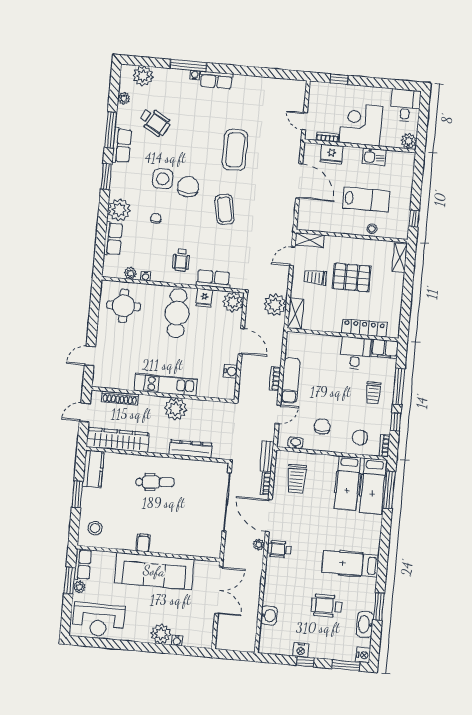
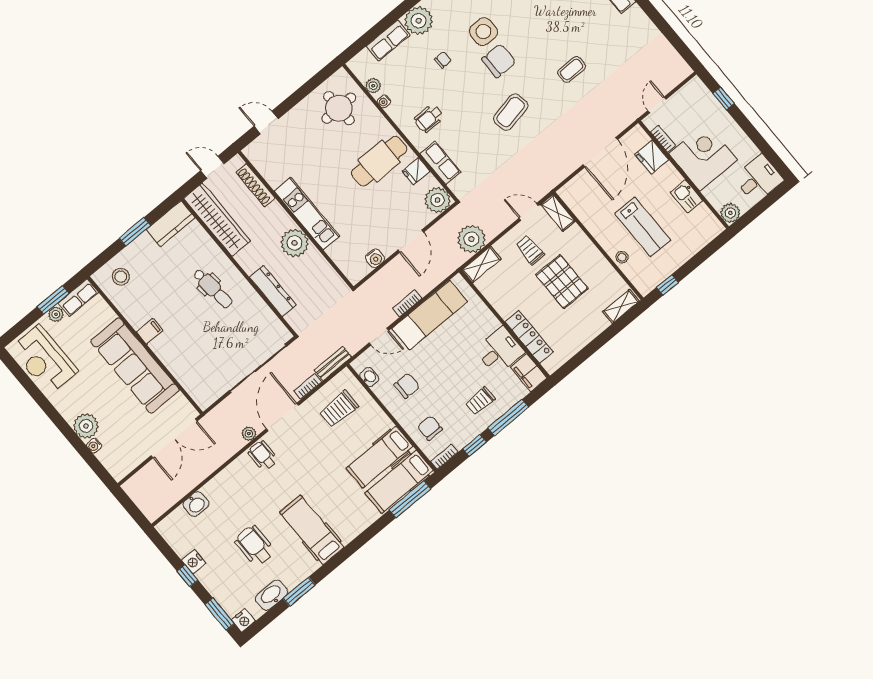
coffee table: (235, 150) -> (572, 69), width x0.54, depth x0.58
exam couch: (290, 380) -> (430, 315), width x1.36, depth x1.45

